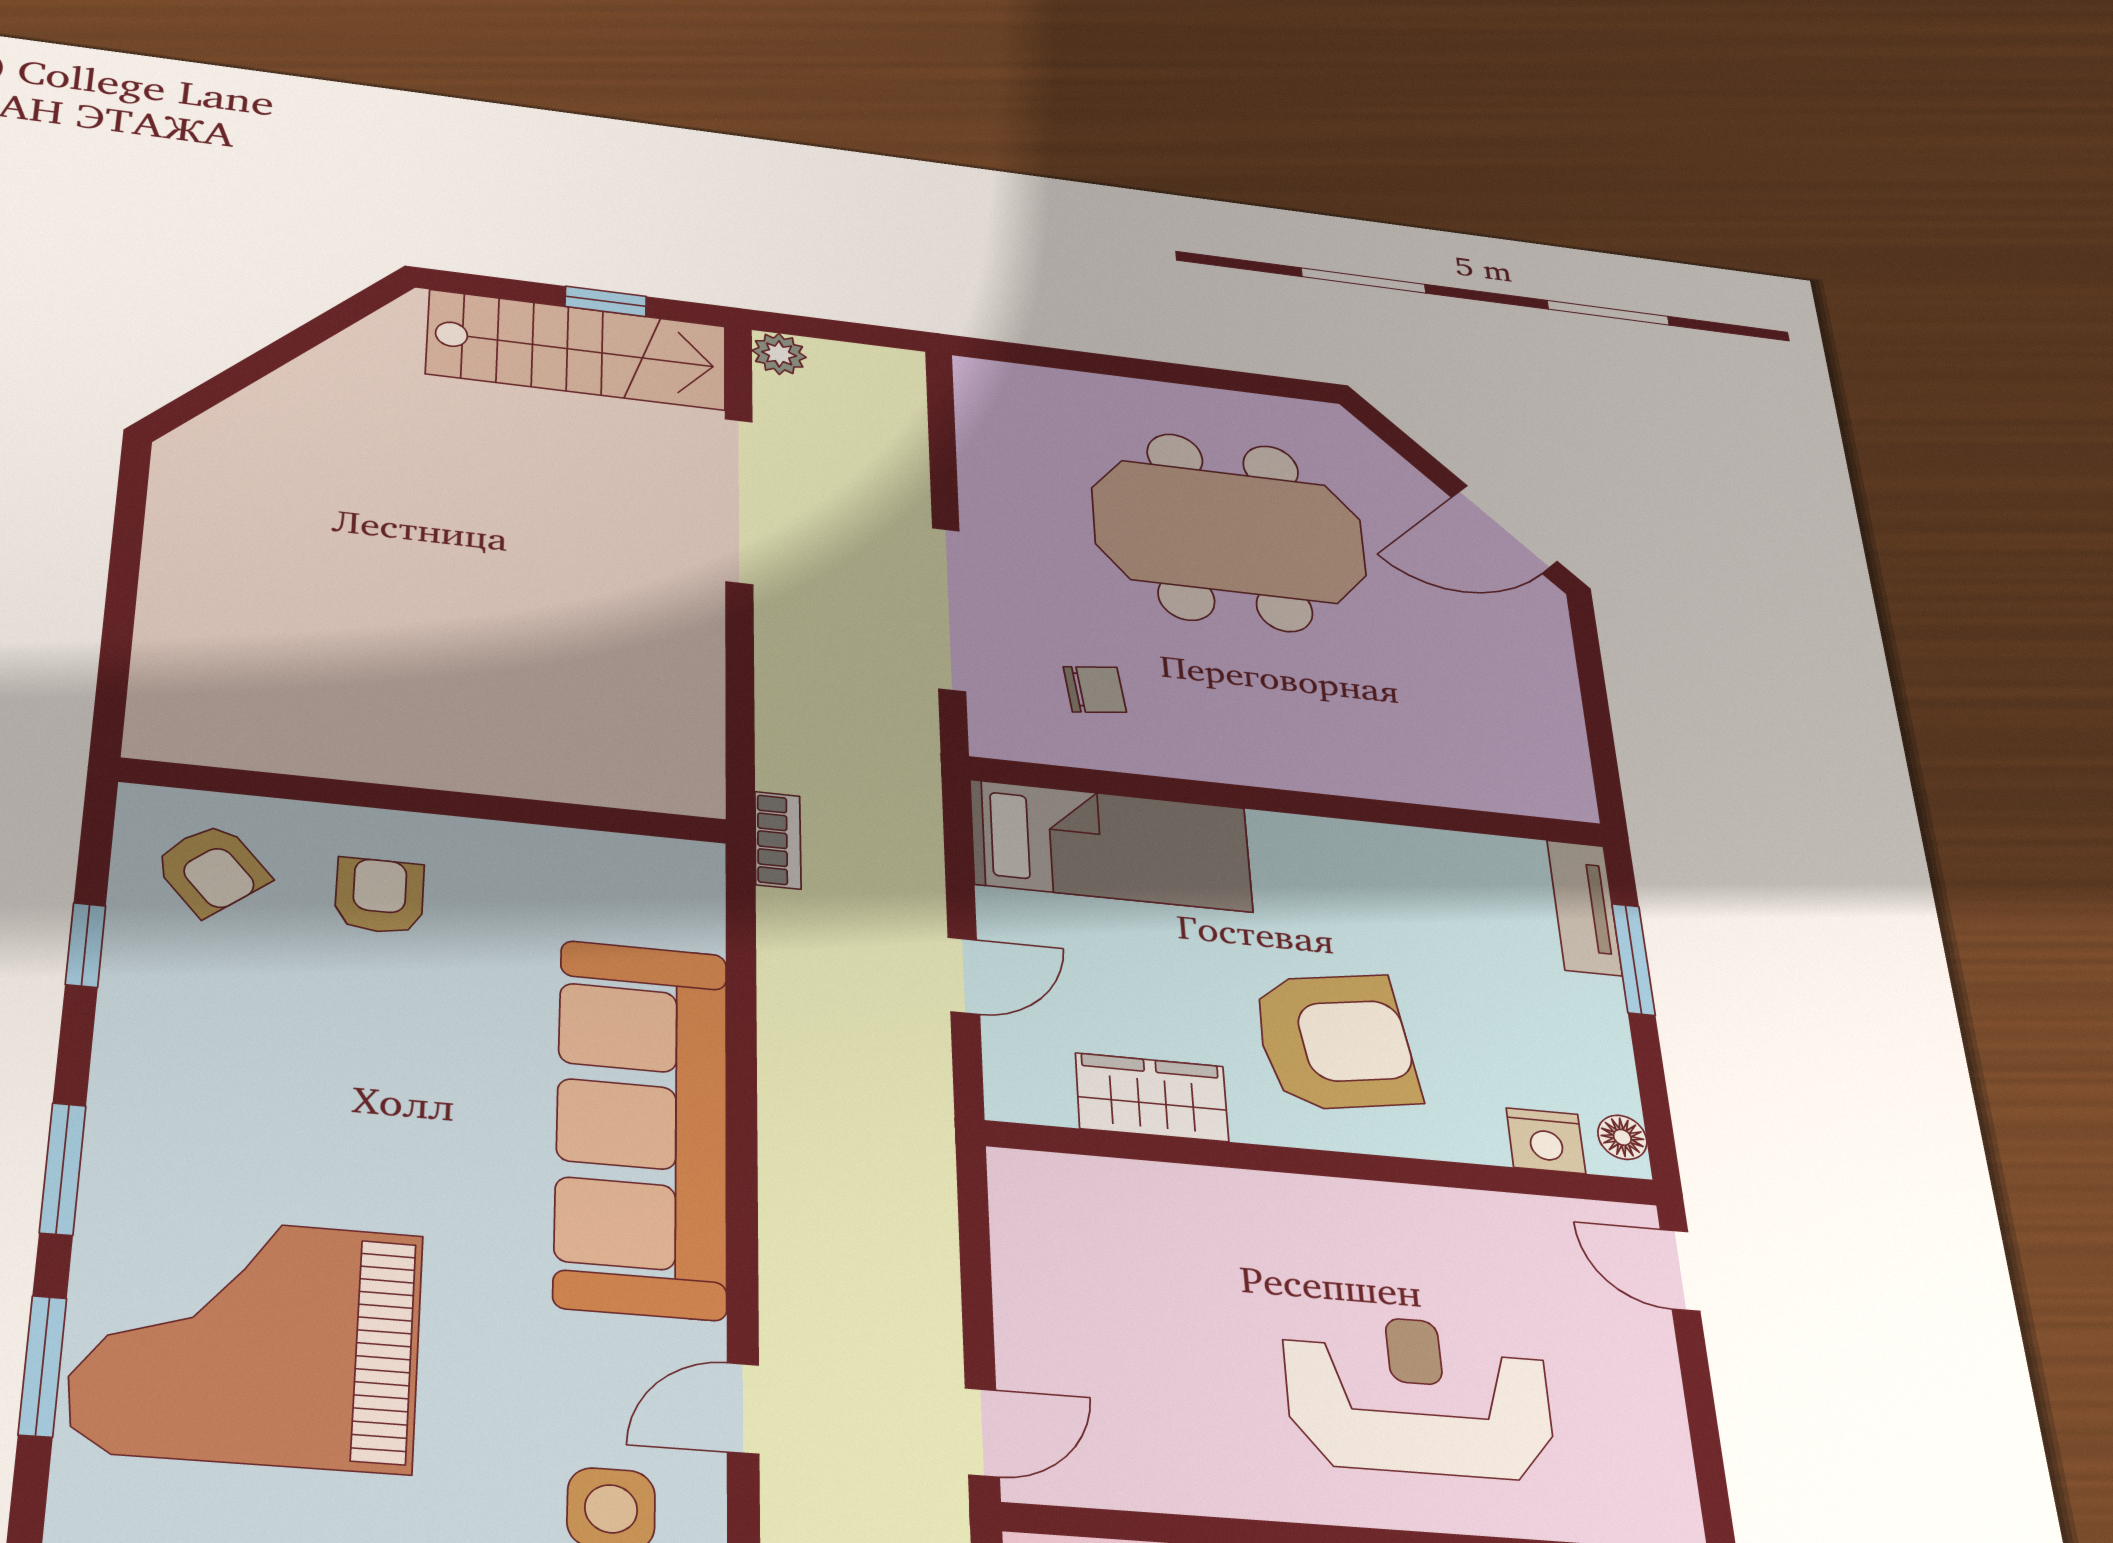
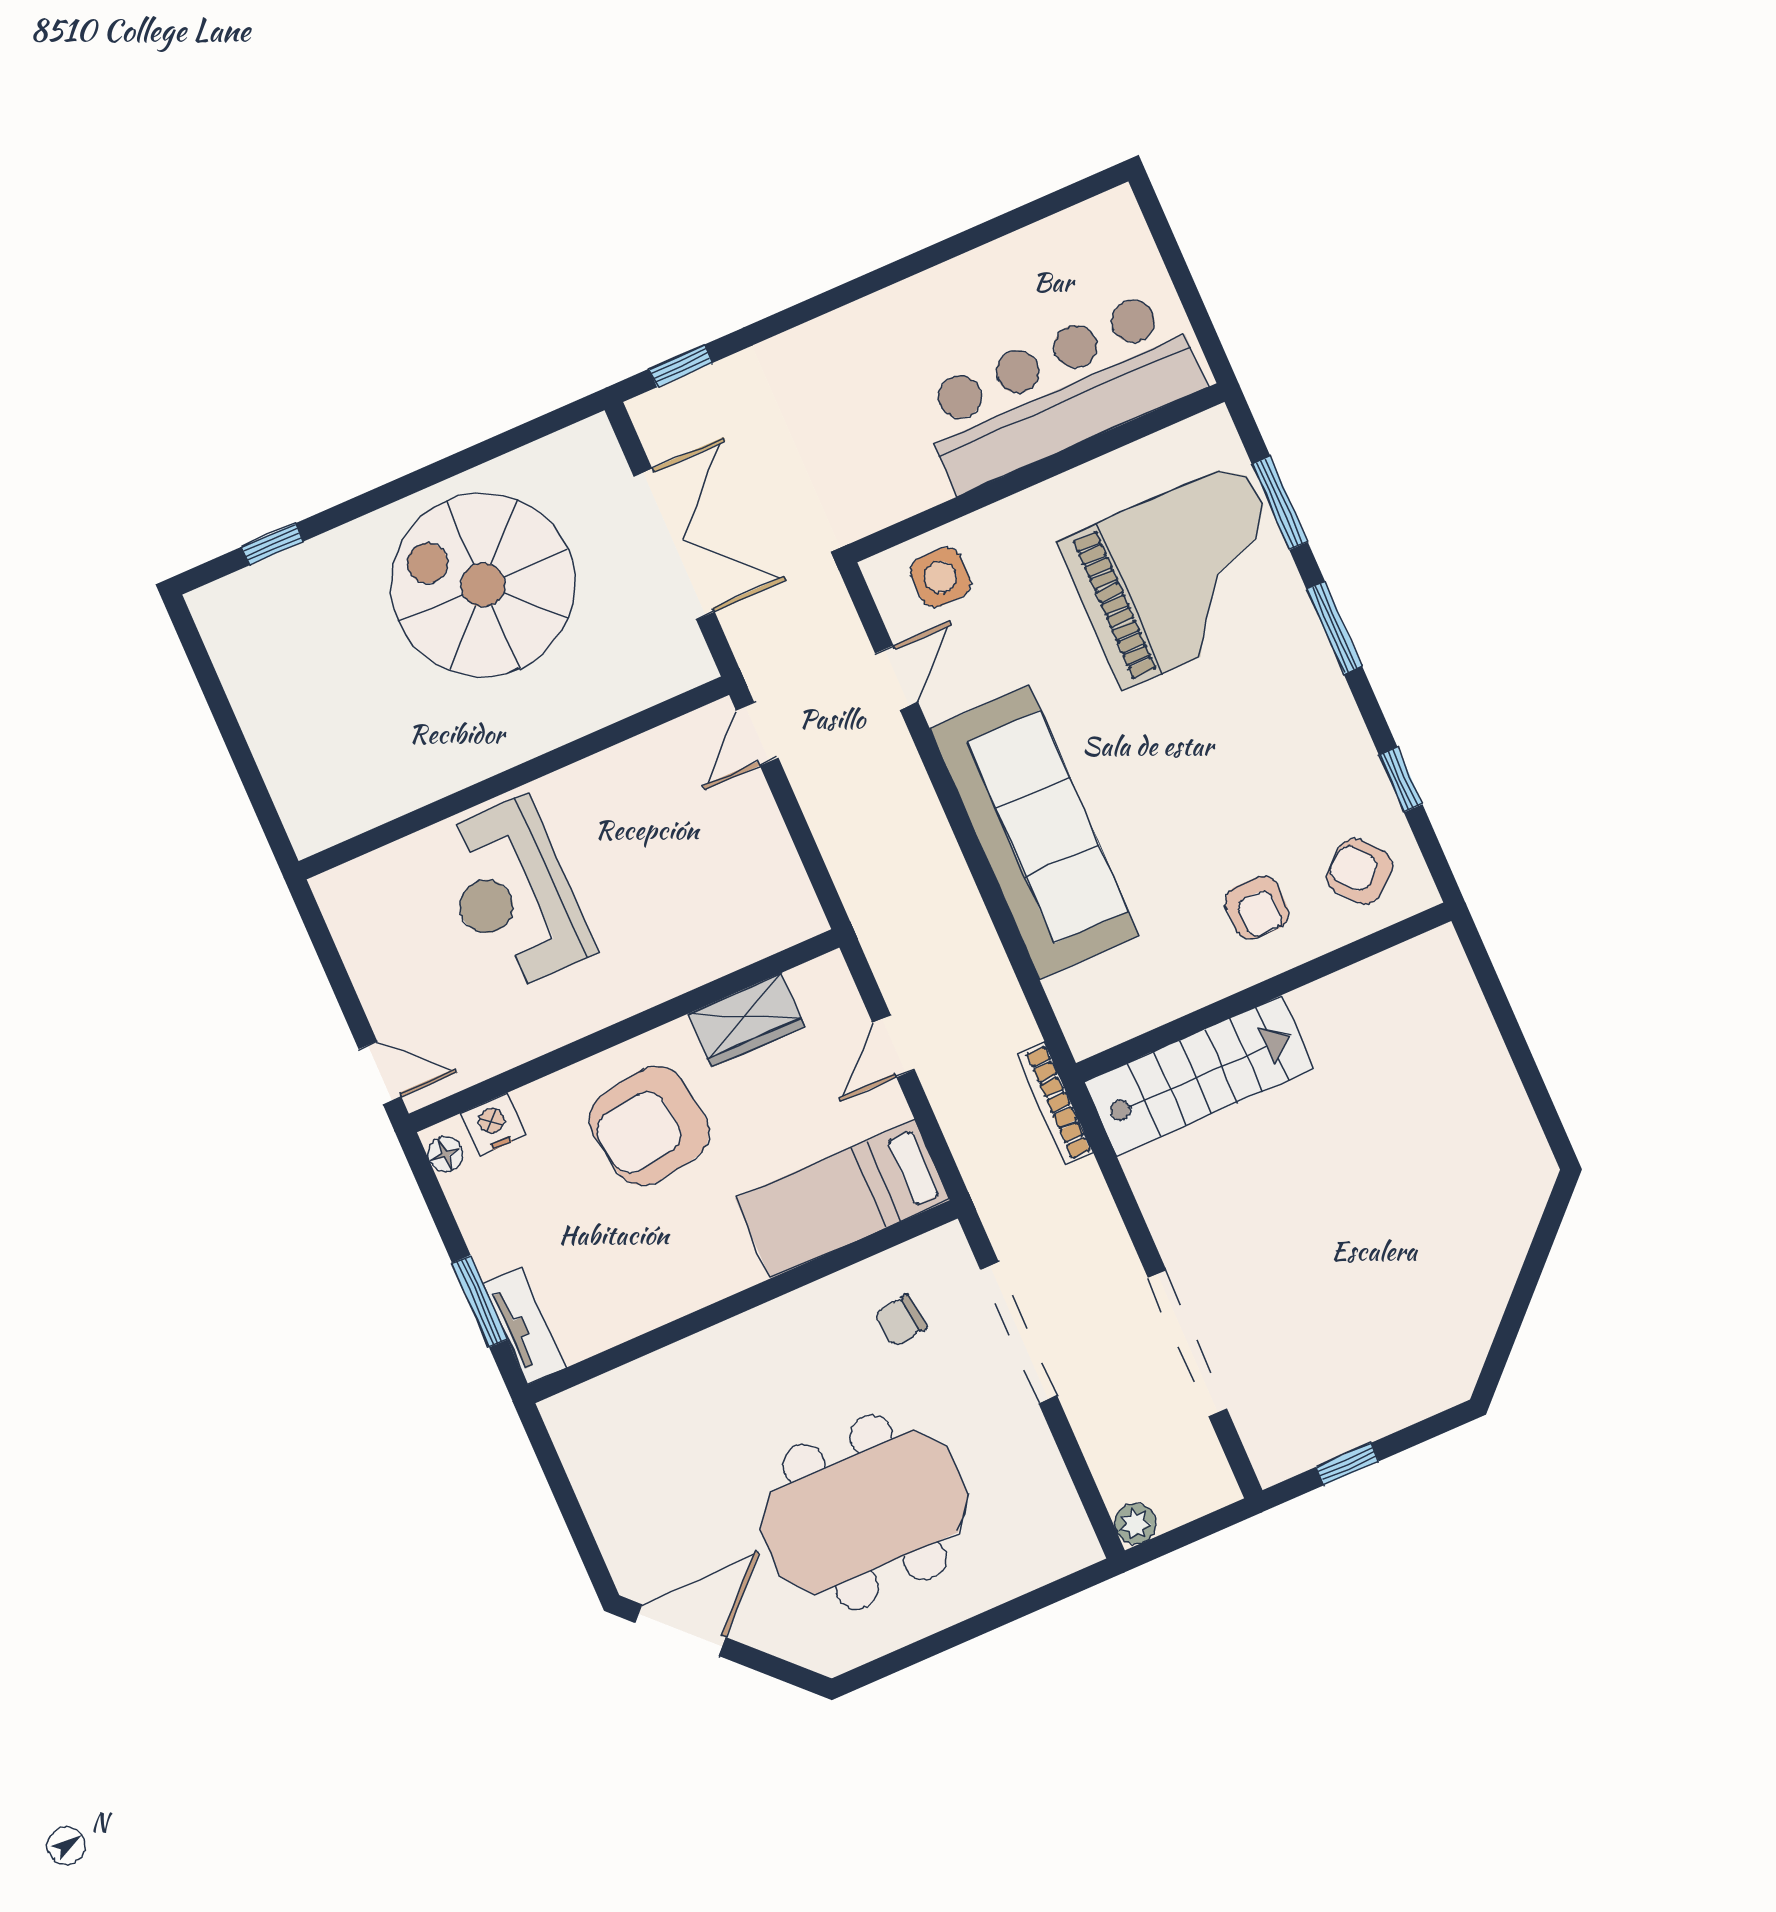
stairs: (577, 350) -> (1199, 1075), moved, turned 180
plant: (779, 354) -> (1135, 1524), moved
bookcase: (778, 840) -> (1055, 1104), width x1.56
reception desk: (1419, 1396) -> (513, 895), turned 90

